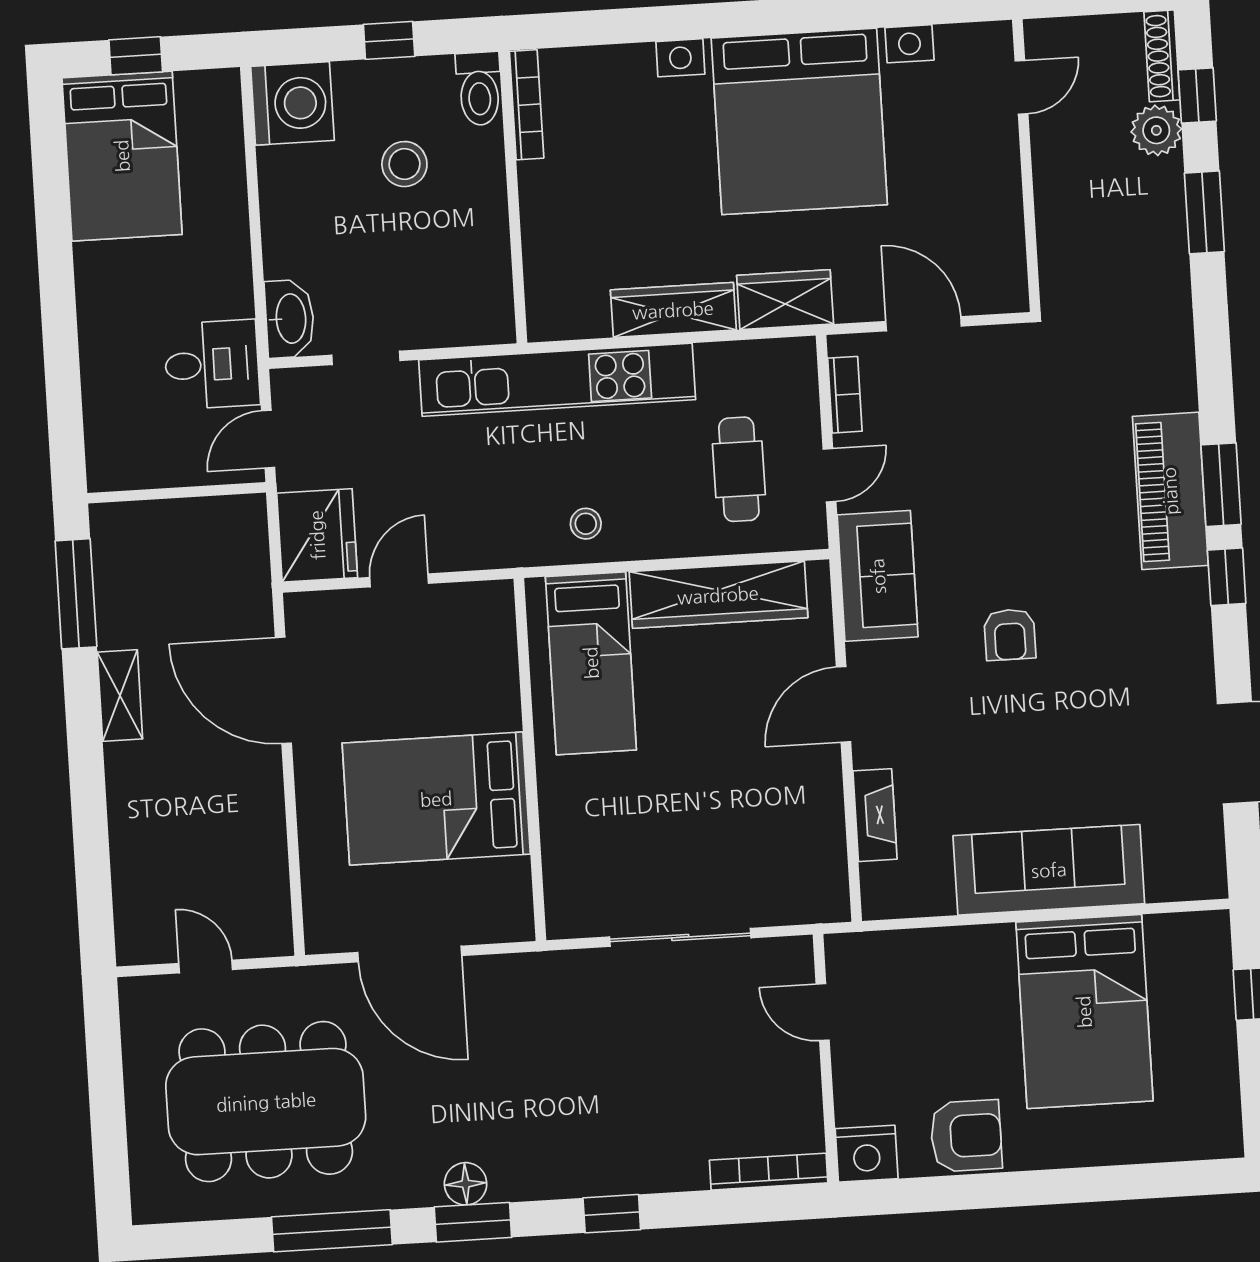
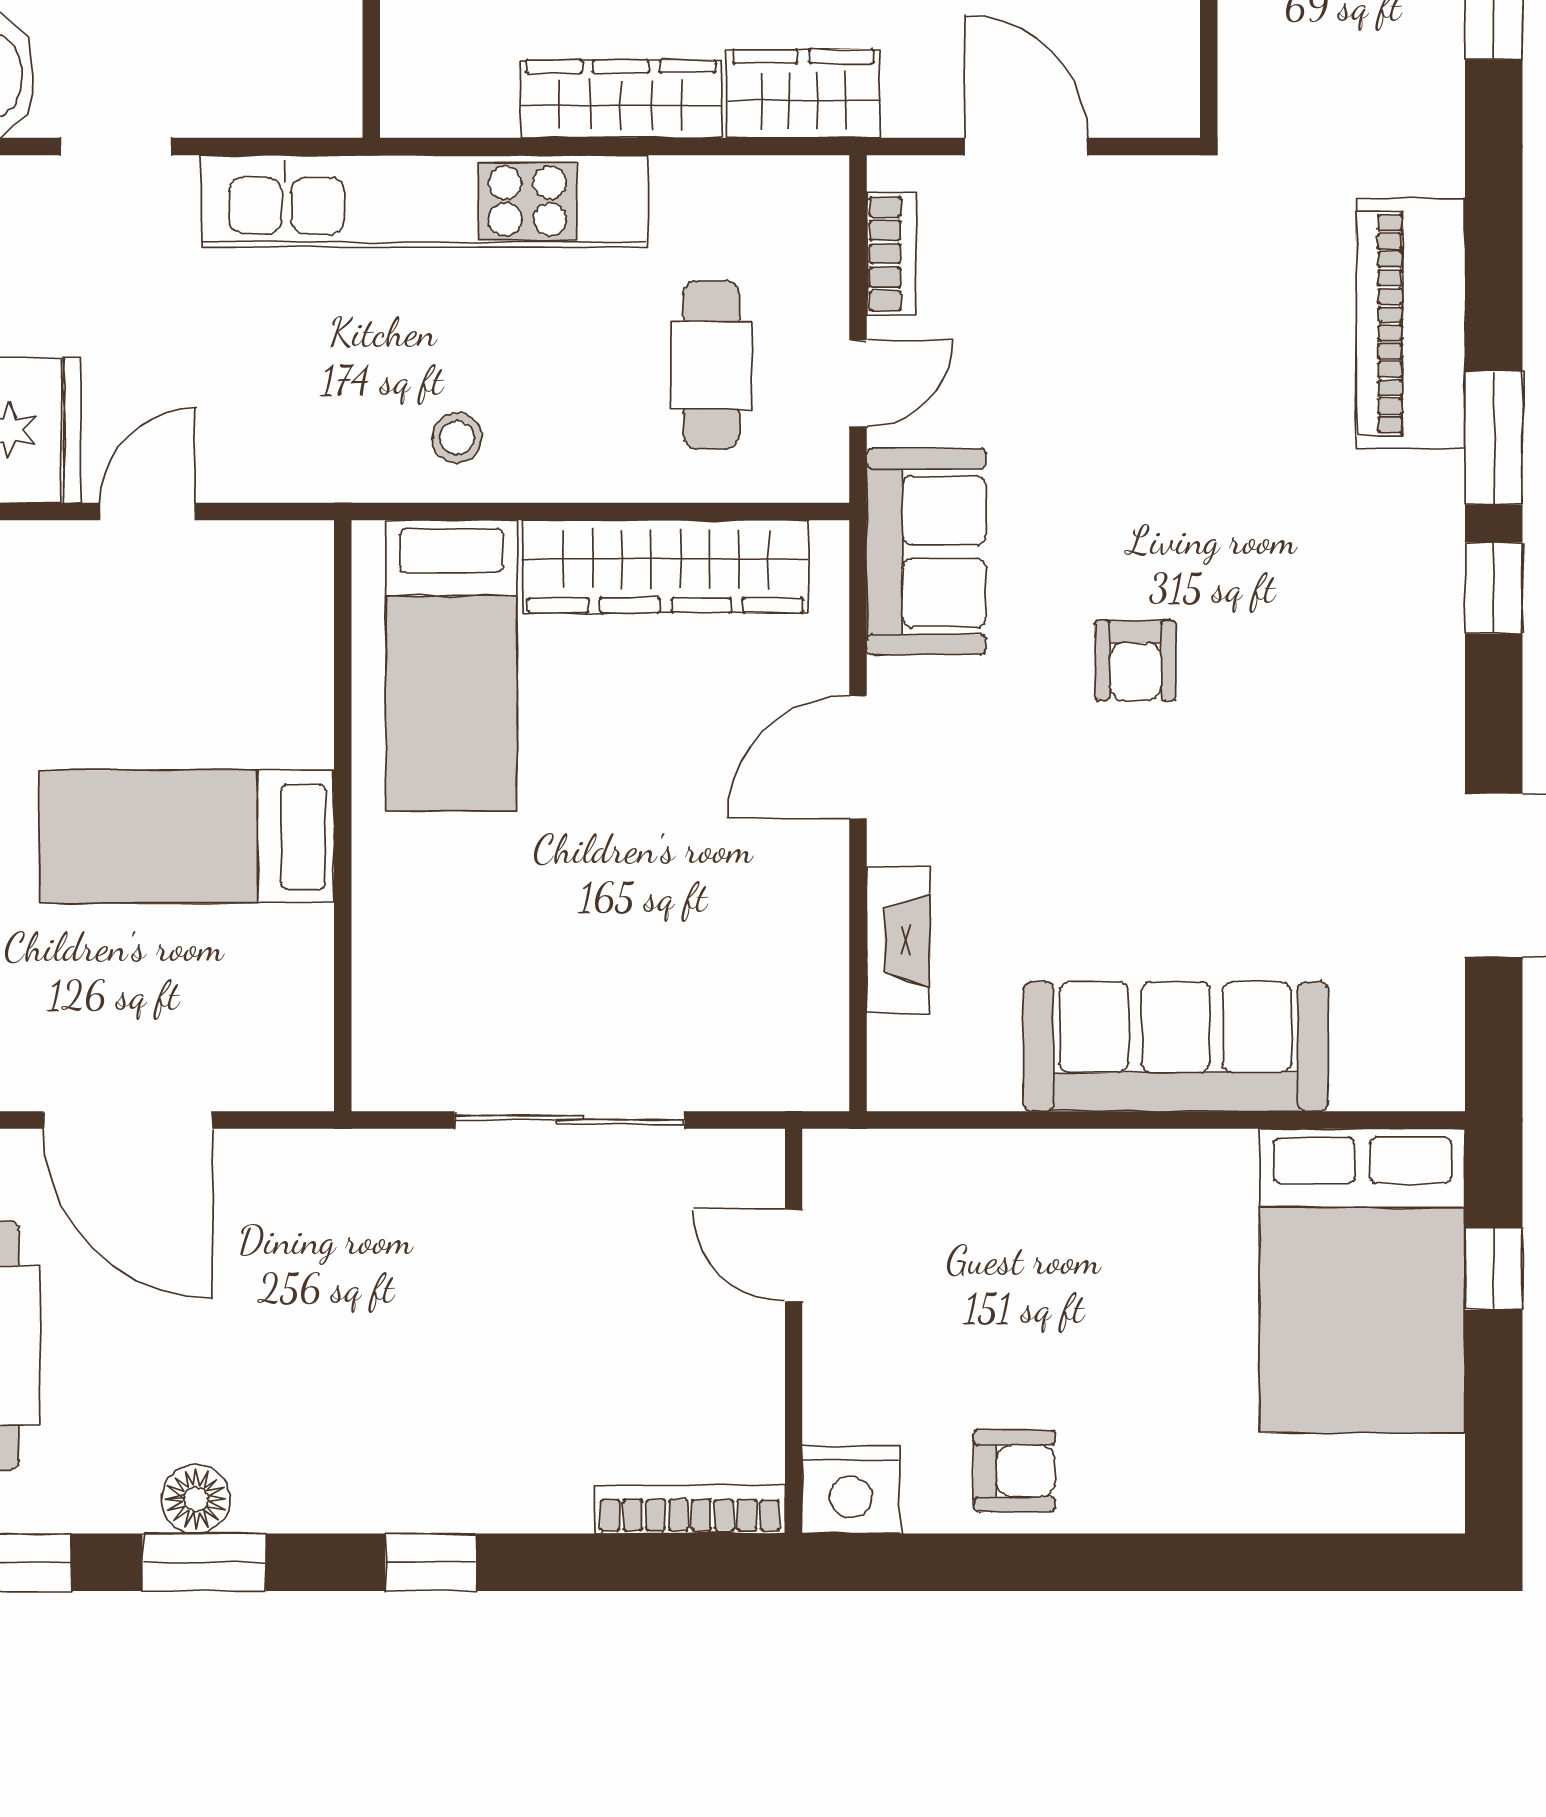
piano: (1170, 491) -> (1411, 324), moved
bed: (436, 799) -> (187, 837), width x0.67
bed: (1084, 1012) -> (1362, 1281), moved
armchair: (966, 1136) -> (1014, 1471), width x0.72, depth x0.72

